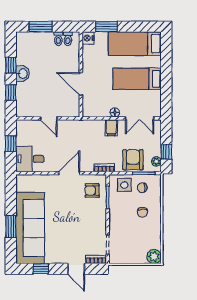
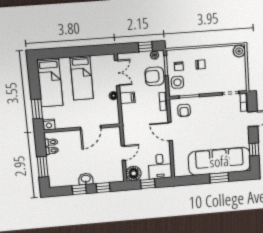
floor lamp: (24, 128) -> (134, 173), added

